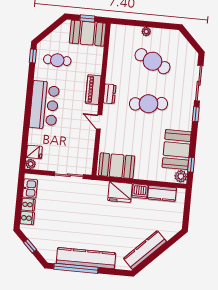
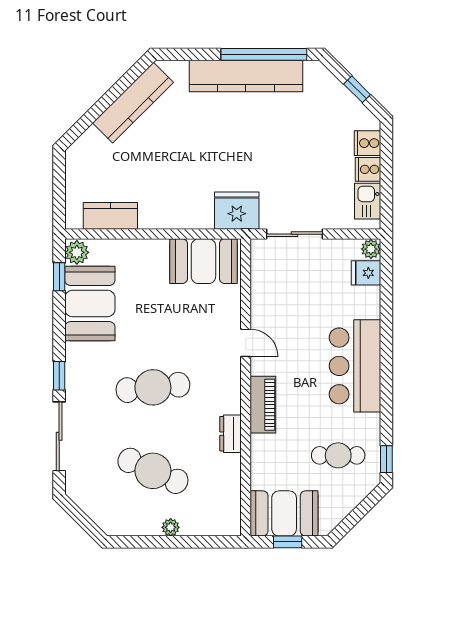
dresser: (110, 94) -> (230, 434), moved
dishwasher: (140, 191) -> (154, 216), removed
fridge: (120, 192) -> (237, 211), moved

